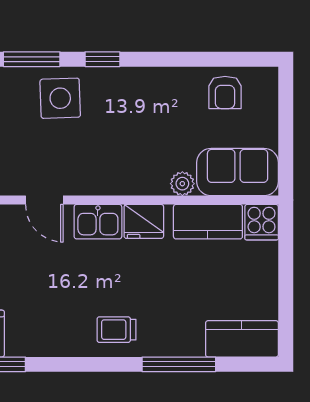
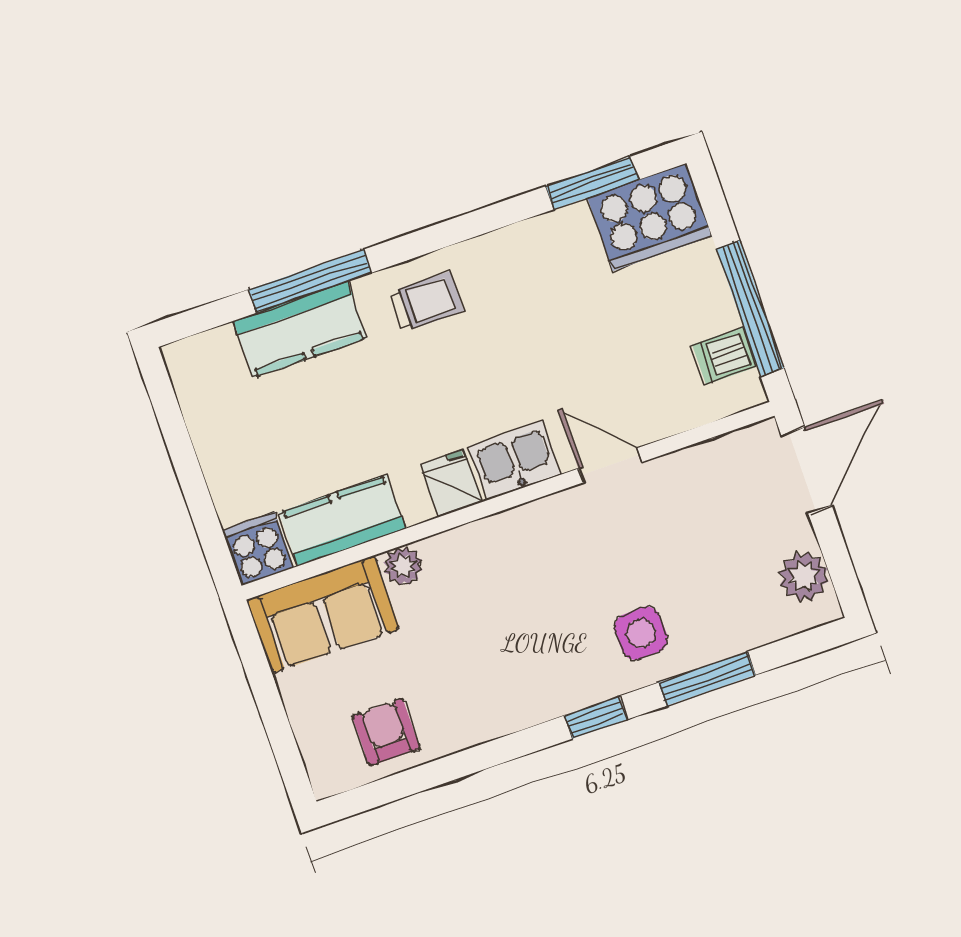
side table: (60, 98) -> (641, 633), width x0.73, depth x0.73
fridge: (144, 221) -> (451, 483), width x0.72
kitchen counter: (242, 339) -> (300, 329), moved

